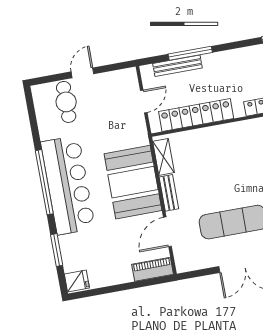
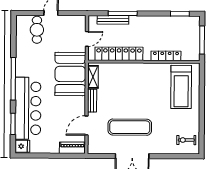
booth: (133, 182) -> (70, 74), moved
bar counter: (68, 185) -> (28, 108), moved

